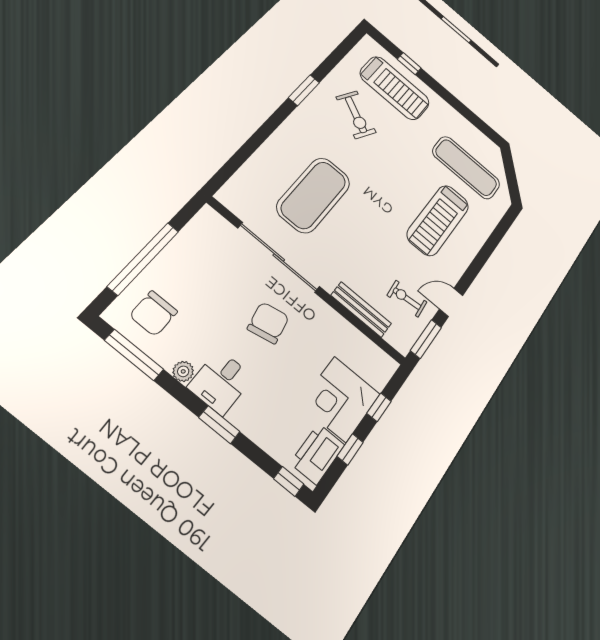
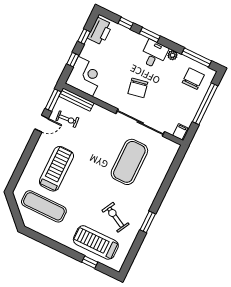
filing cabinet: (208, 220) -> (180, 132), added
bench: (361, 309) -> (76, 100), moved
corner desk: (340, 399) -> (85, 76), moved
window: (289, 481) -> (126, 23), moved

